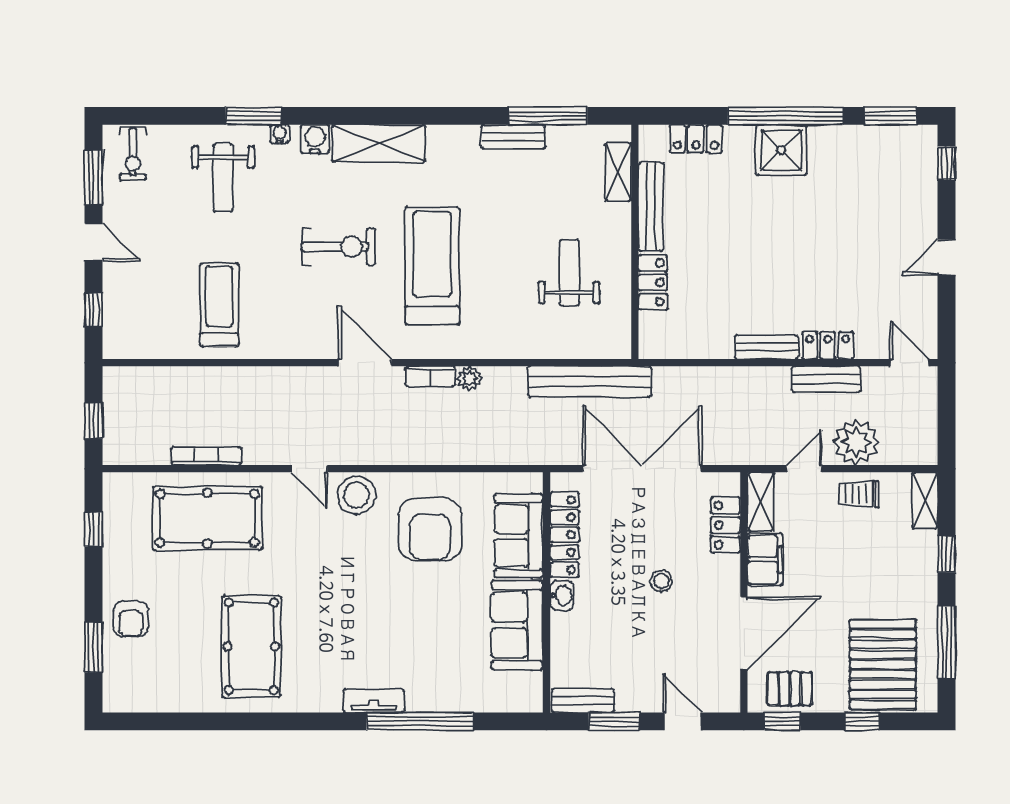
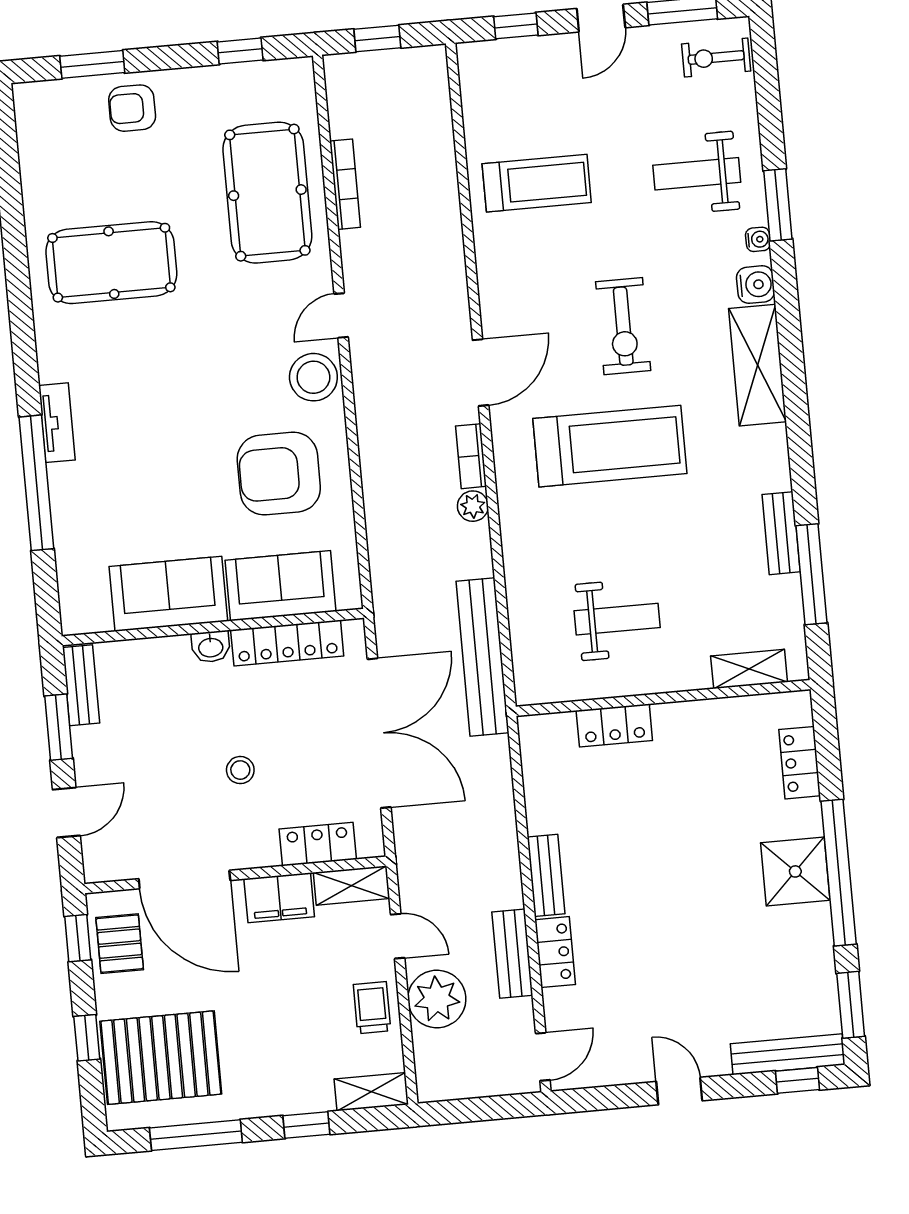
bench: (651, 207) -> (788, 1054), moved

